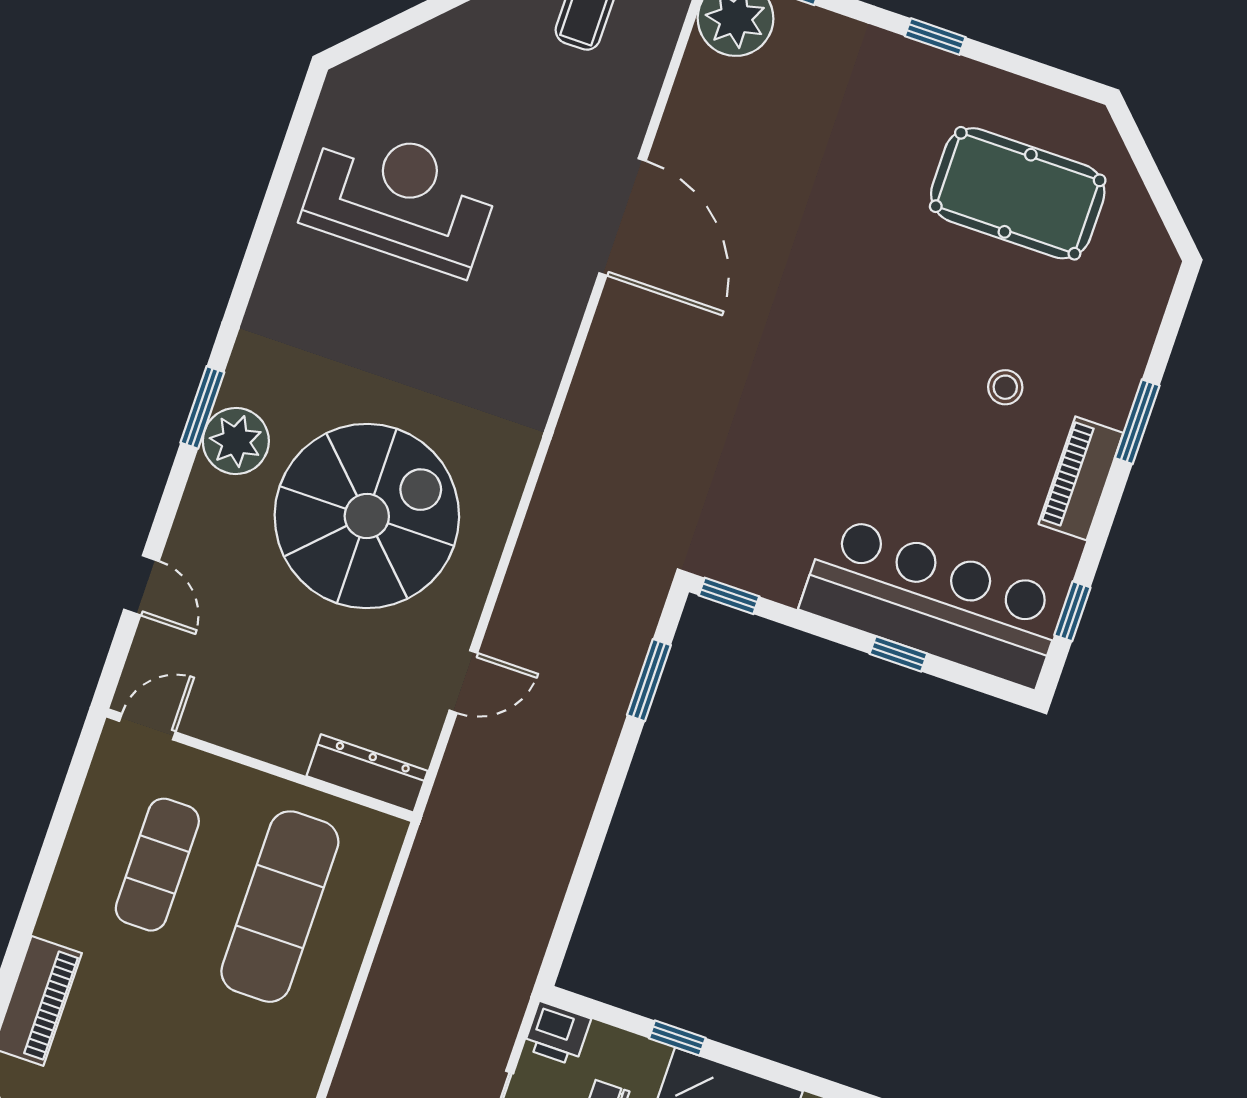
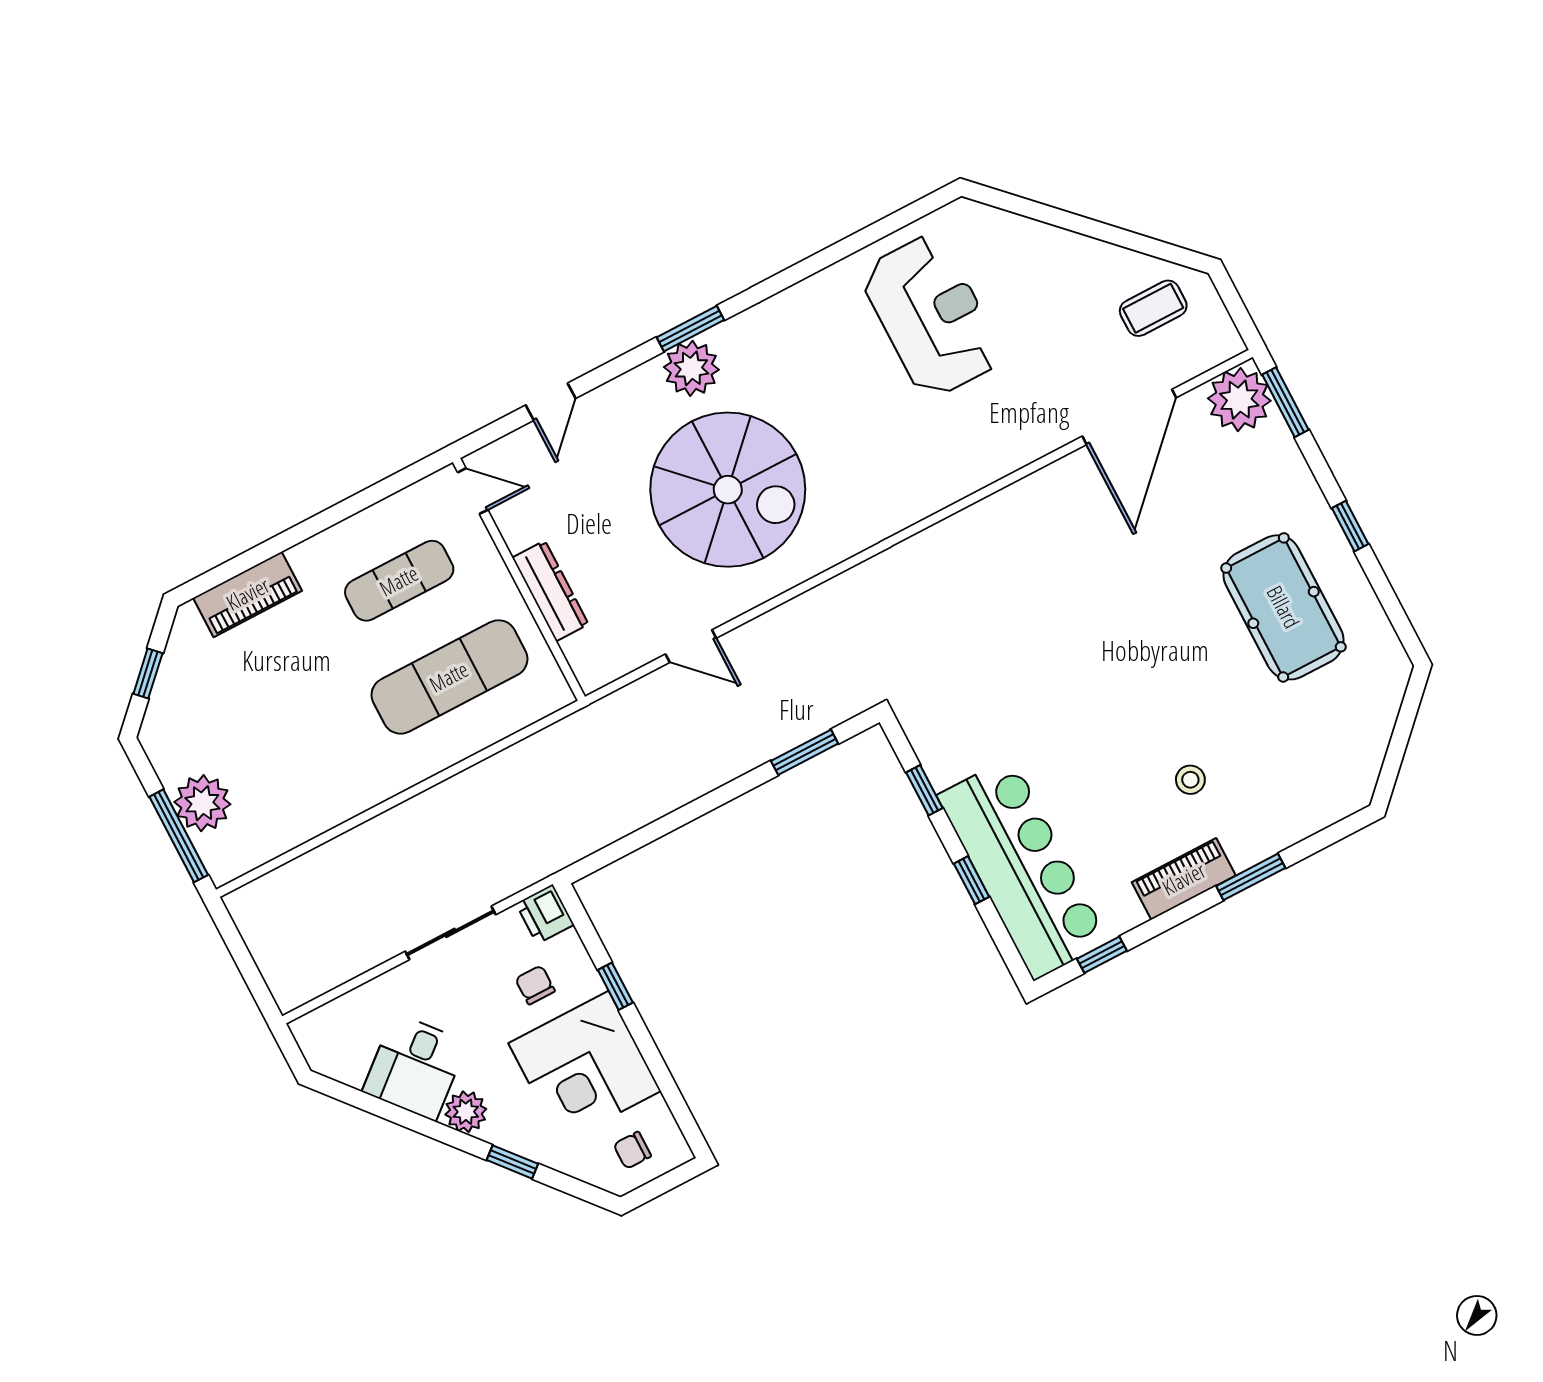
pool table: (1018, 193) -> (1283, 607), moved
door: (622, 217) -> (1129, 417), moved
window: (729, 596) -> (924, 790), moved
dresser: (367, 773) -> (550, 591), moved

